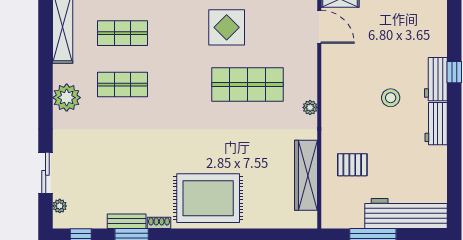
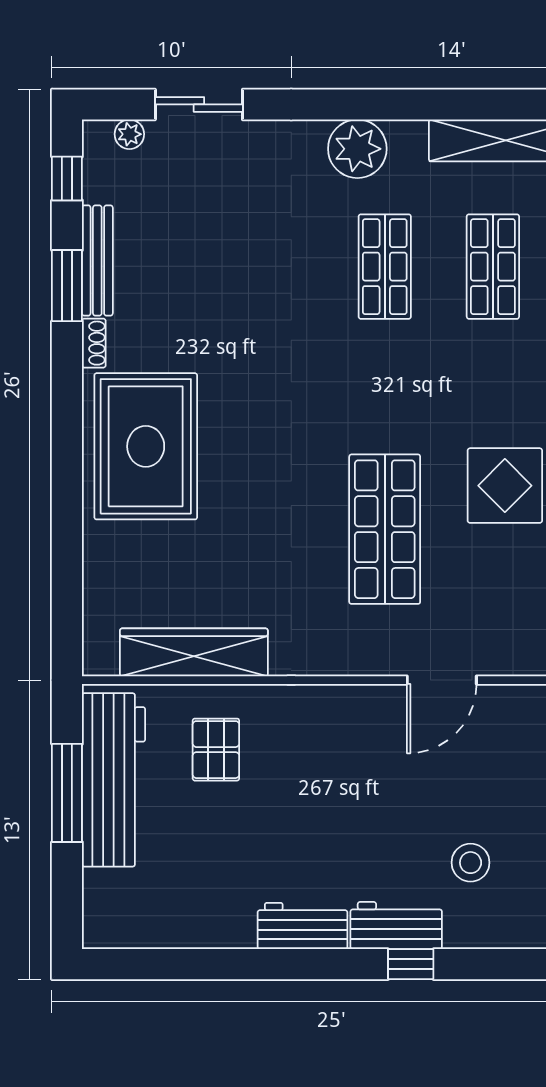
door: (319, 27) -> (442, 680), moved
stool: (391, 98) -> (471, 863), moved
plant: (310, 107) -> (336, 661), removed
workbench: (406, 214) -> (113, 780), moved
bench: (127, 221) -> (97, 260), width x1.36

